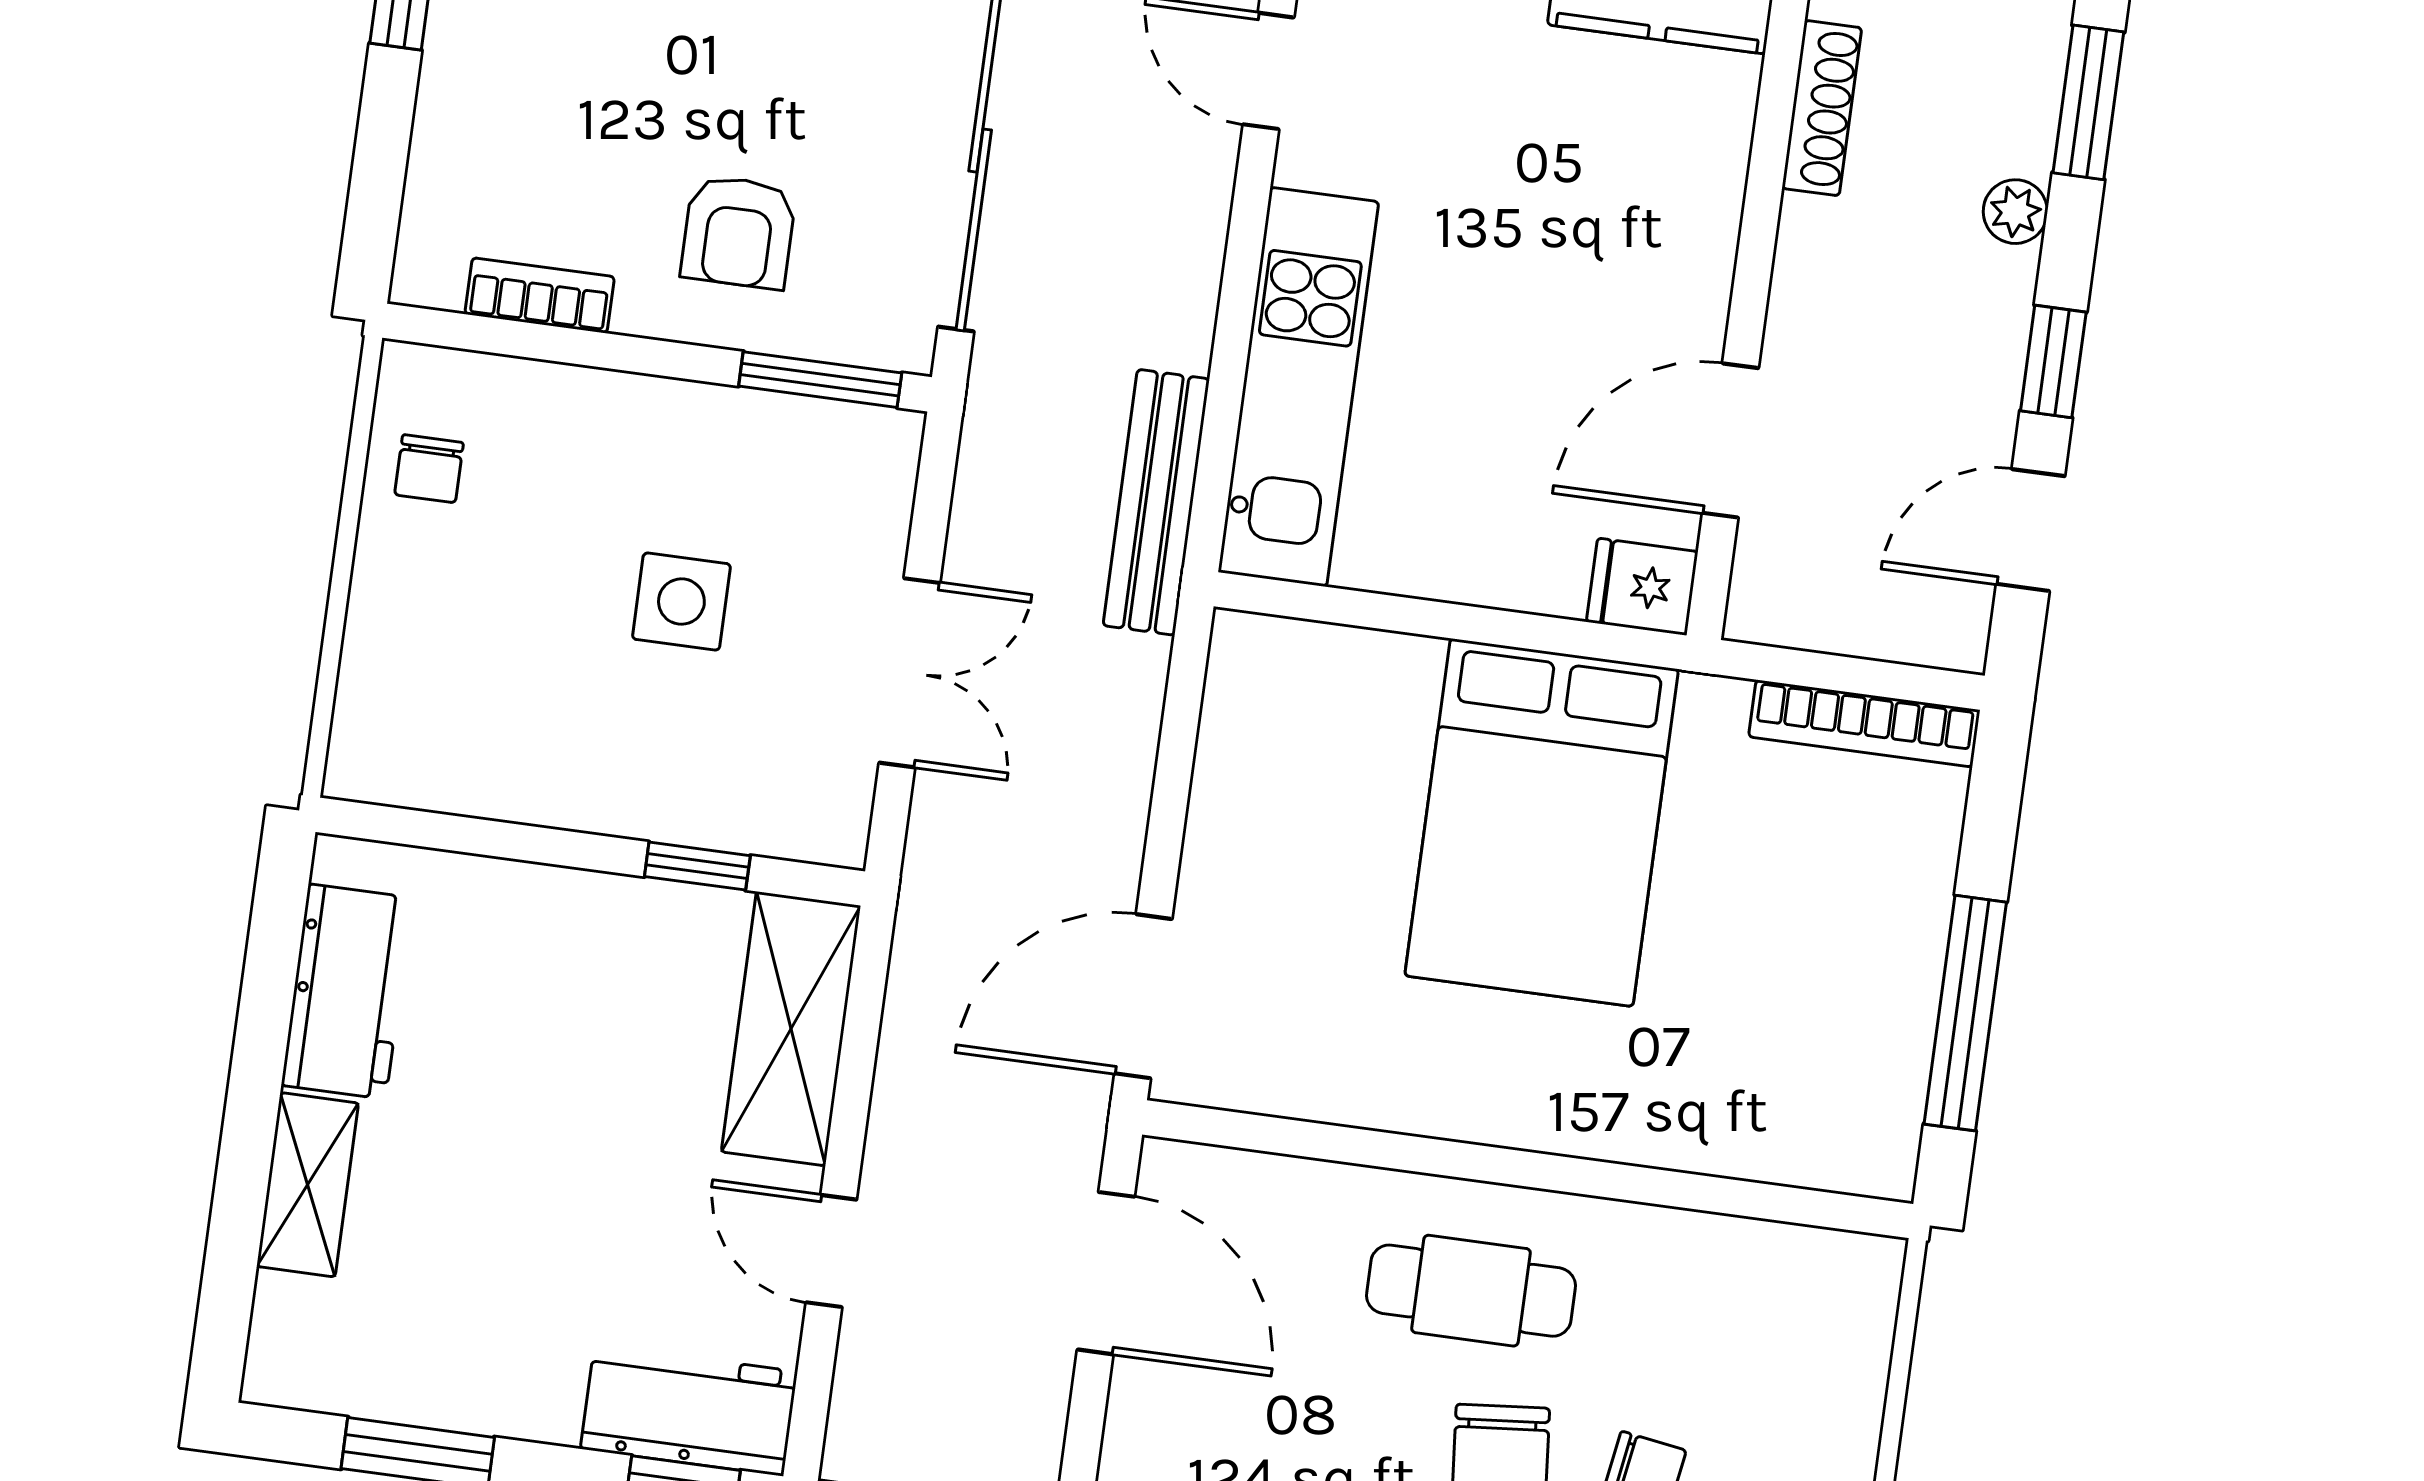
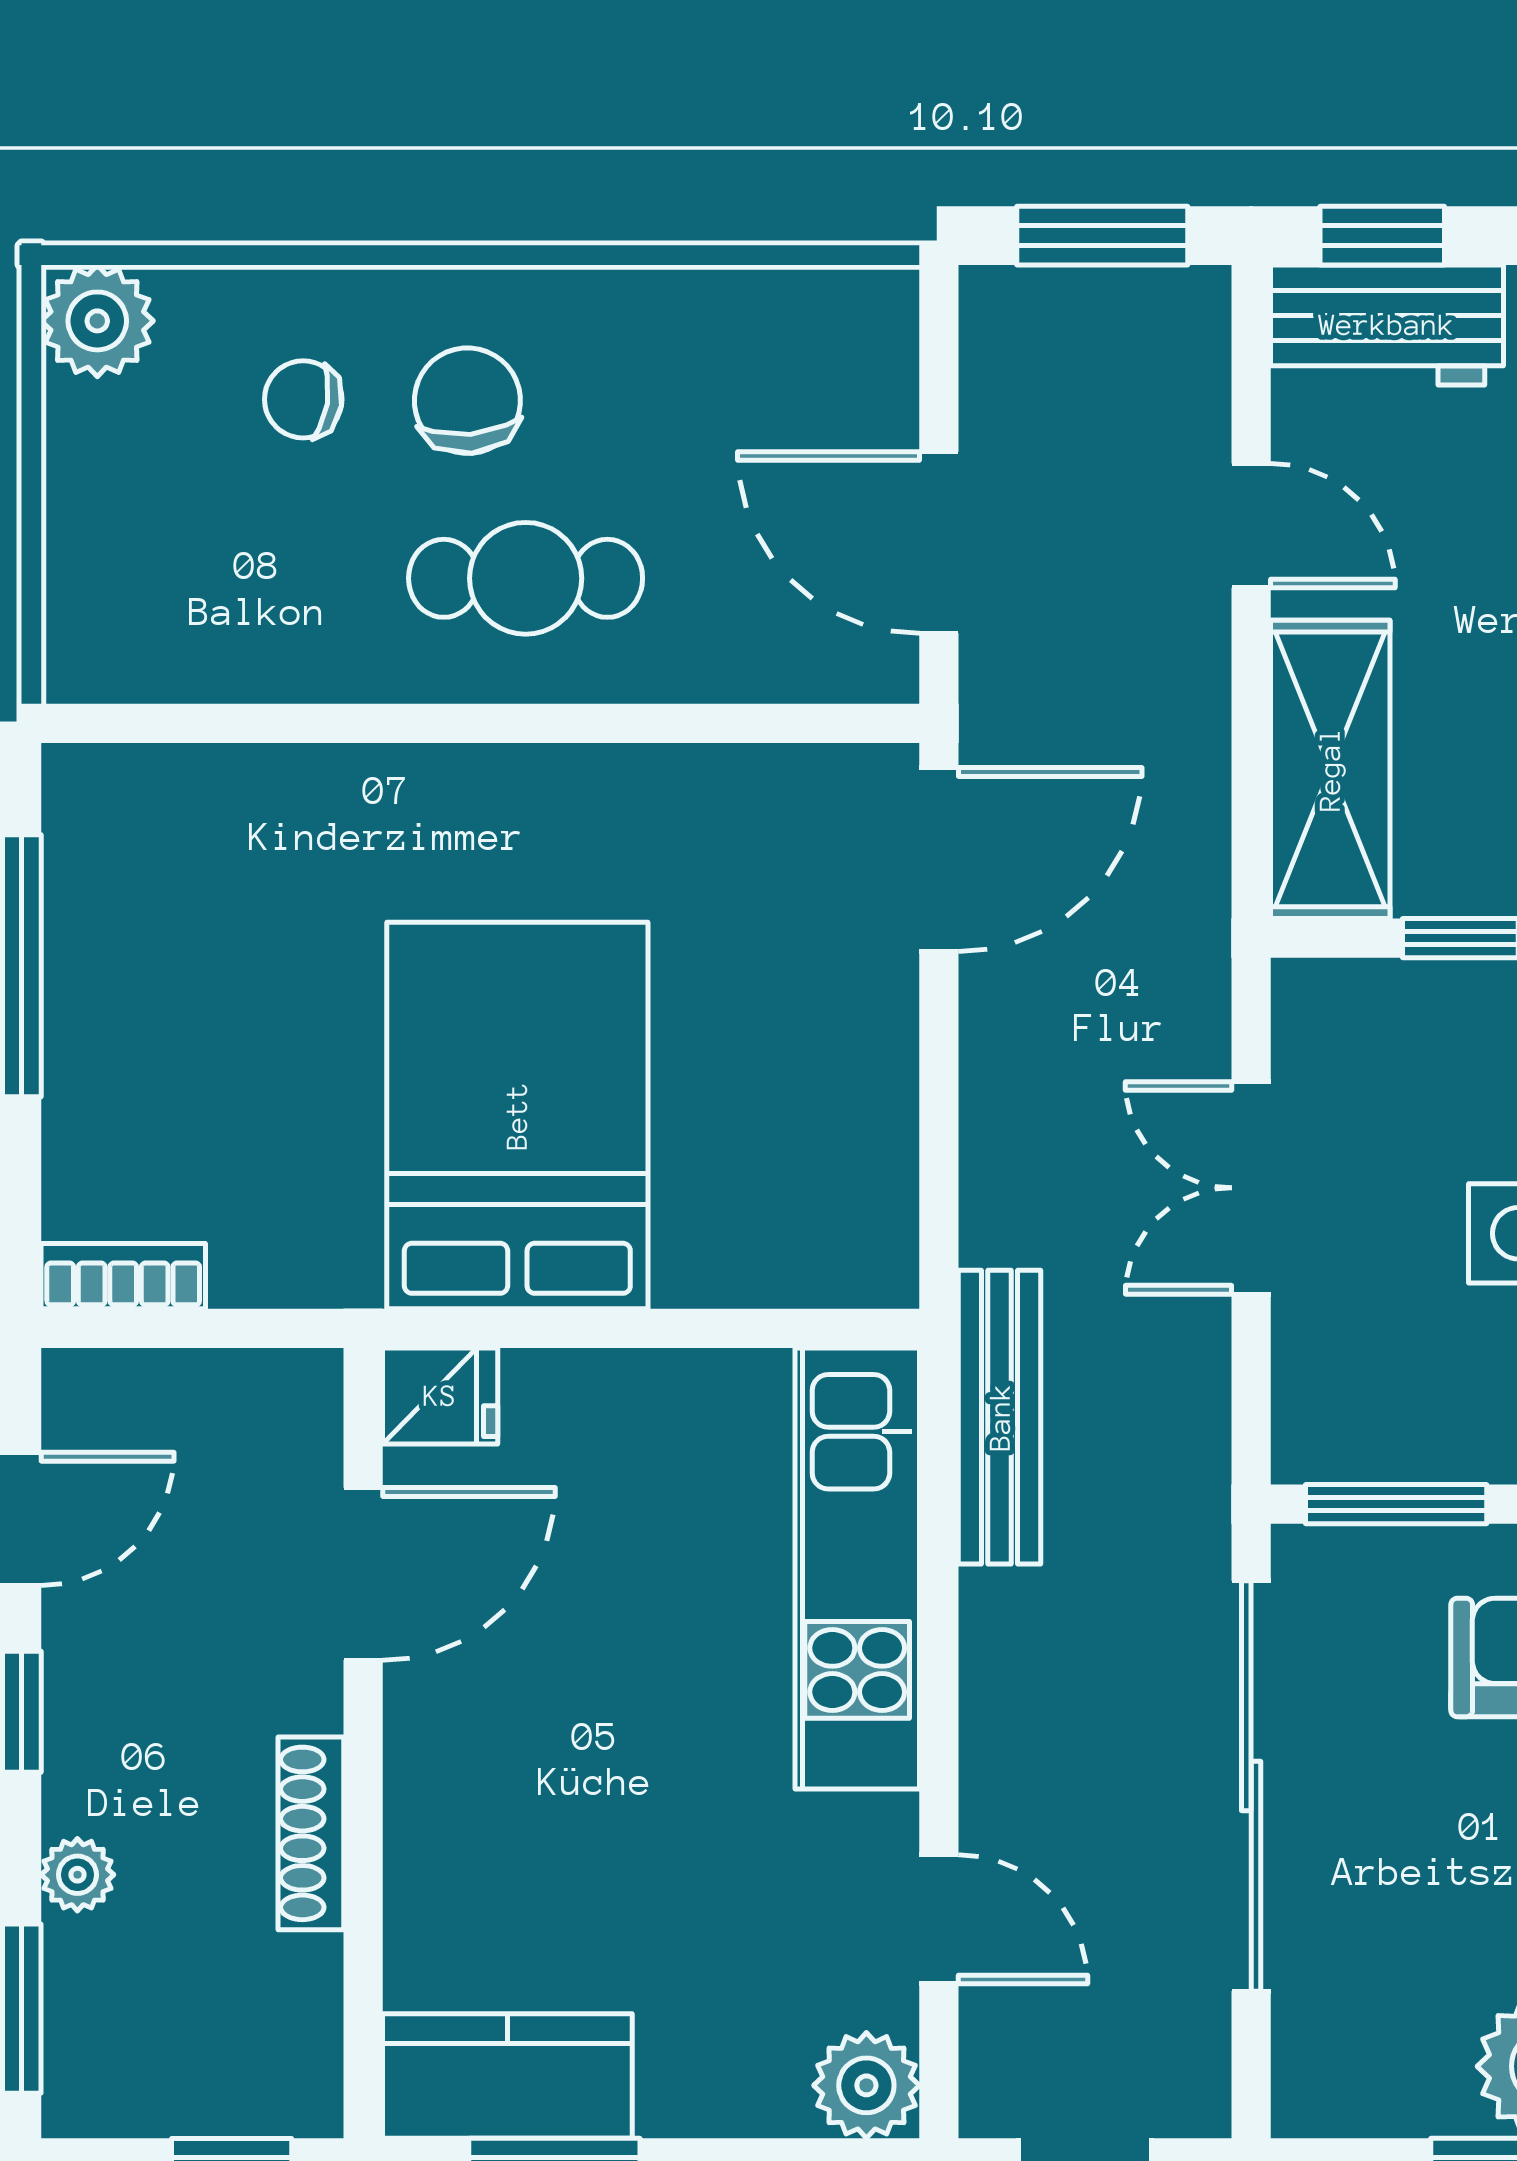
shoe rack: (1822, 108) -> (311, 1833), moved
bookcase: (1864, 723) -> (123, 1276), width x0.64

